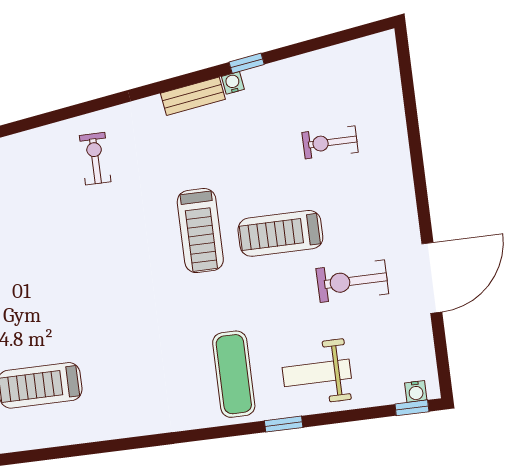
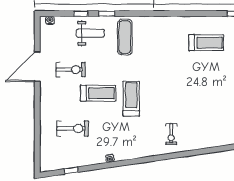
window: (247, 63) -> (71, 171), moved
bench: (193, 96) -> (127, 155), removed
exercise bike: (330, 142) -> (73, 129), width x1.38, depth x1.39
window: (412, 408) -> (81, 14), moved

